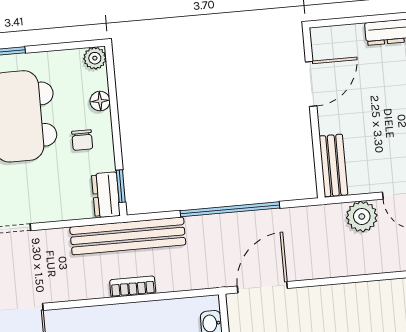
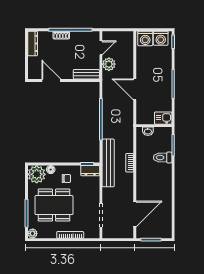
plant: (95, 58) -> (37, 174), width x1.87, depth x1.87
door: (262, 287) -> (135, 89), moved

